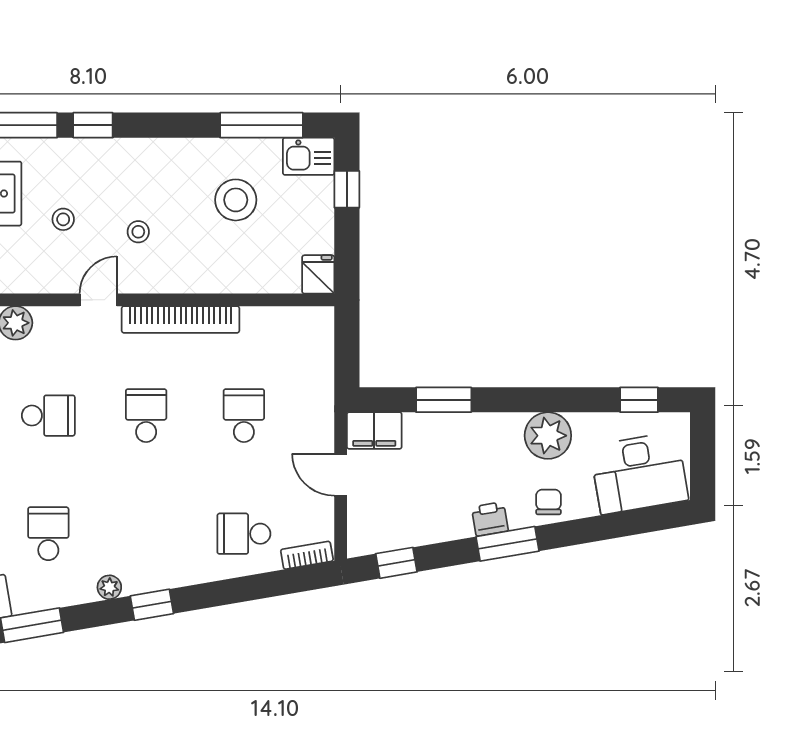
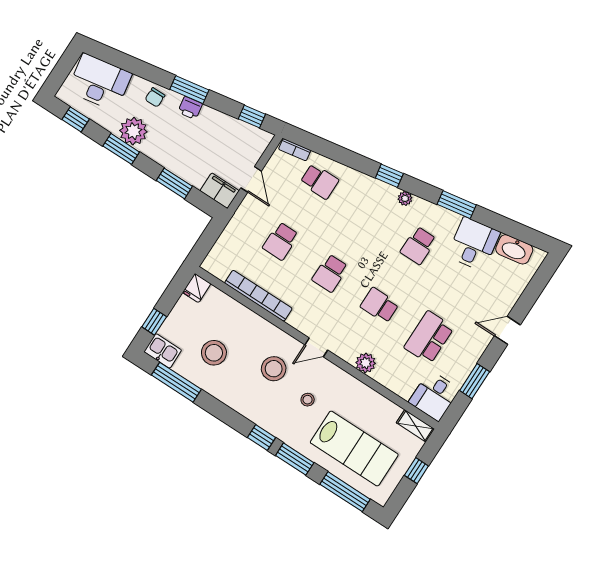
stool: (138, 232) -> (274, 369), width x1.89, depth x1.89
bookcase: (181, 319) -> (258, 296), moved
window: (549, 400) -> (121, 149), added

